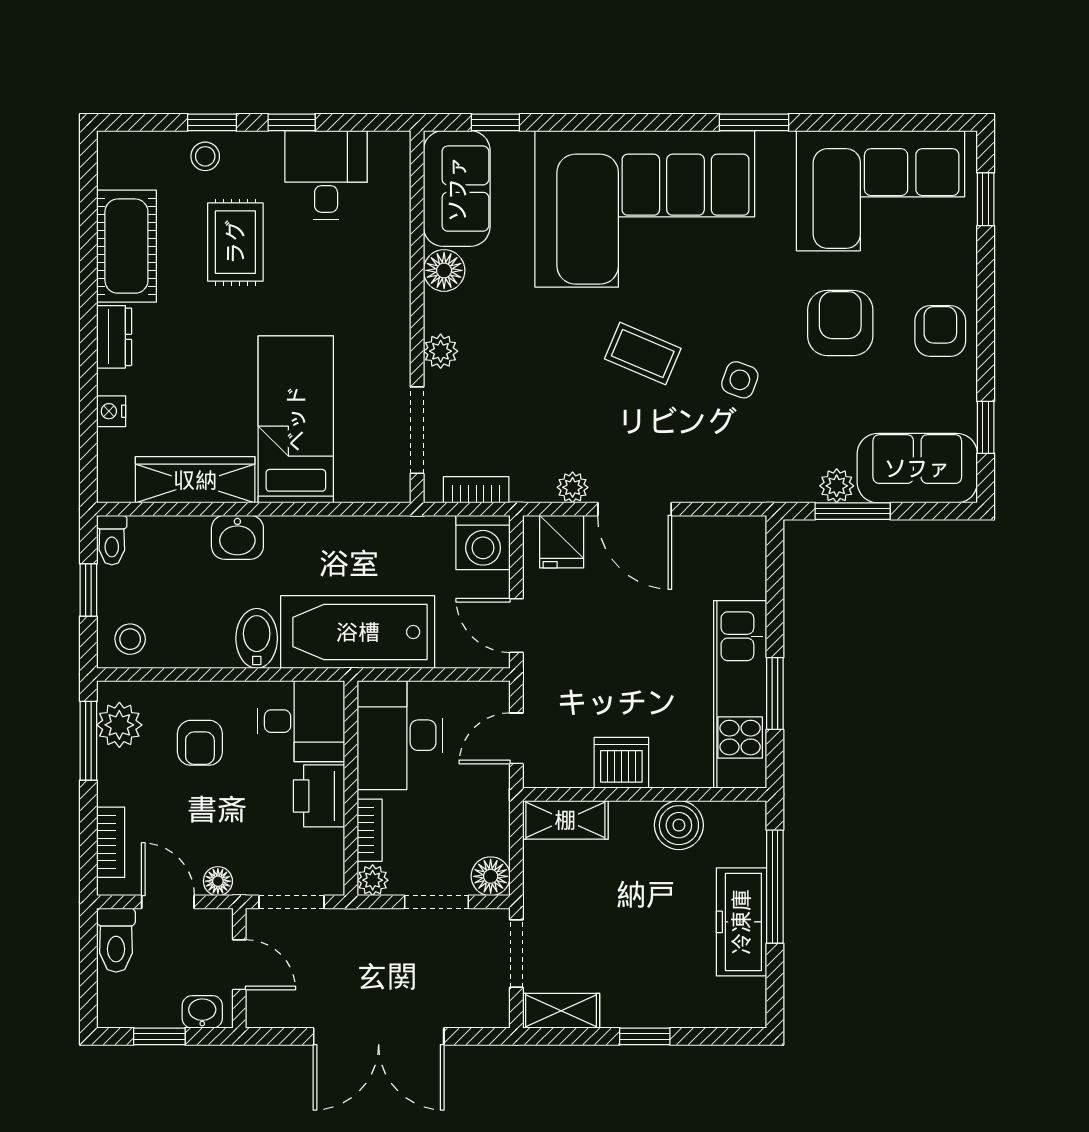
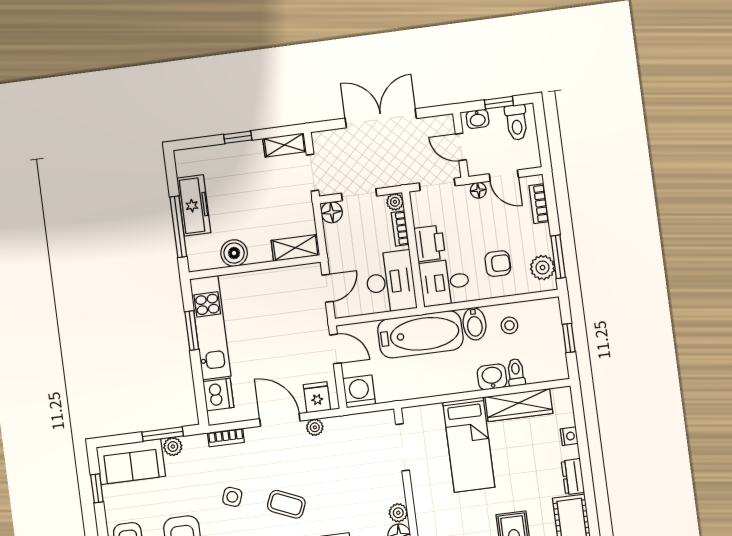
plant: (441, 351) -> (398, 513), moved
bookcase: (476, 490) -> (226, 437), moved
toilet: (112, 540) -> (516, 372), moved
stool: (130, 639) -> (509, 325), moved
armchair: (200, 743) -> (498, 264), turned 90
dishwasher: (621, 763) -> (218, 395), moved, turned -90
toilet: (116, 940) -> (516, 122), moved, turned 180

